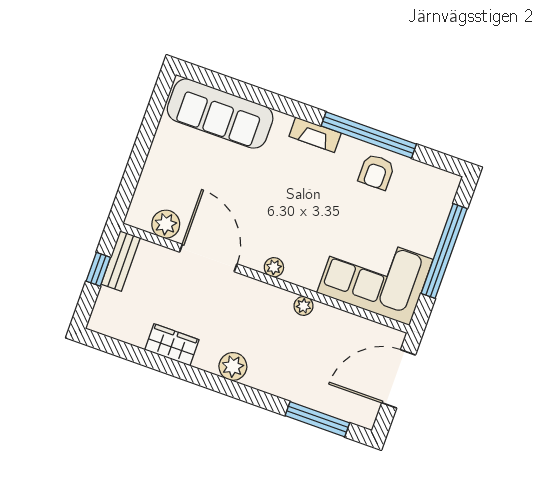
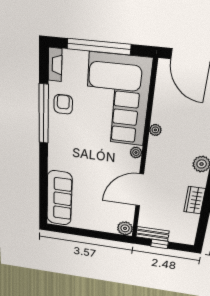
fireplace: (315, 135) -> (55, 65), moved
armchair: (376, 172) -> (63, 104), turned -90
plant: (166, 224) -> (125, 228), moved
corner sofa: (375, 276) -> (117, 100), width x1.36, depth x1.36

